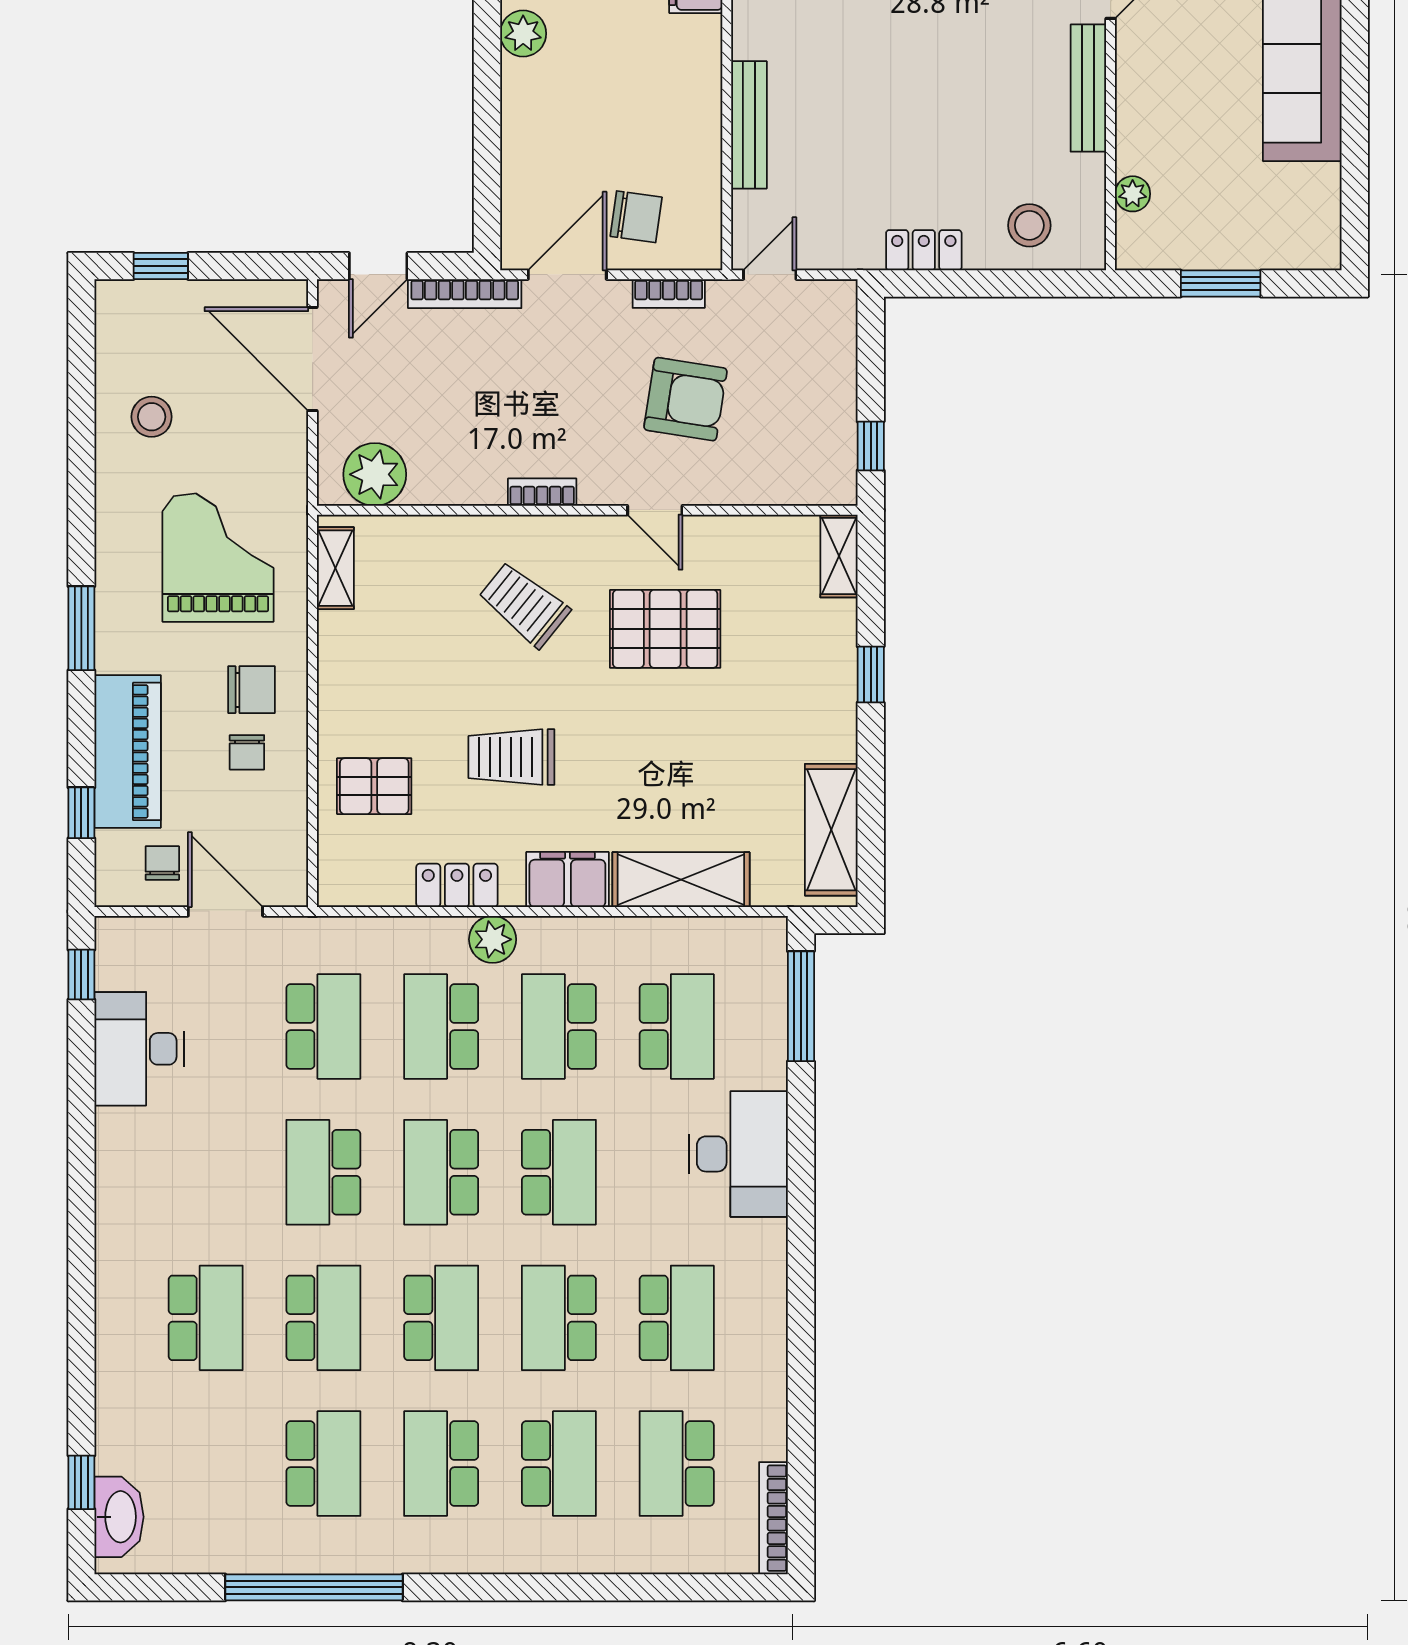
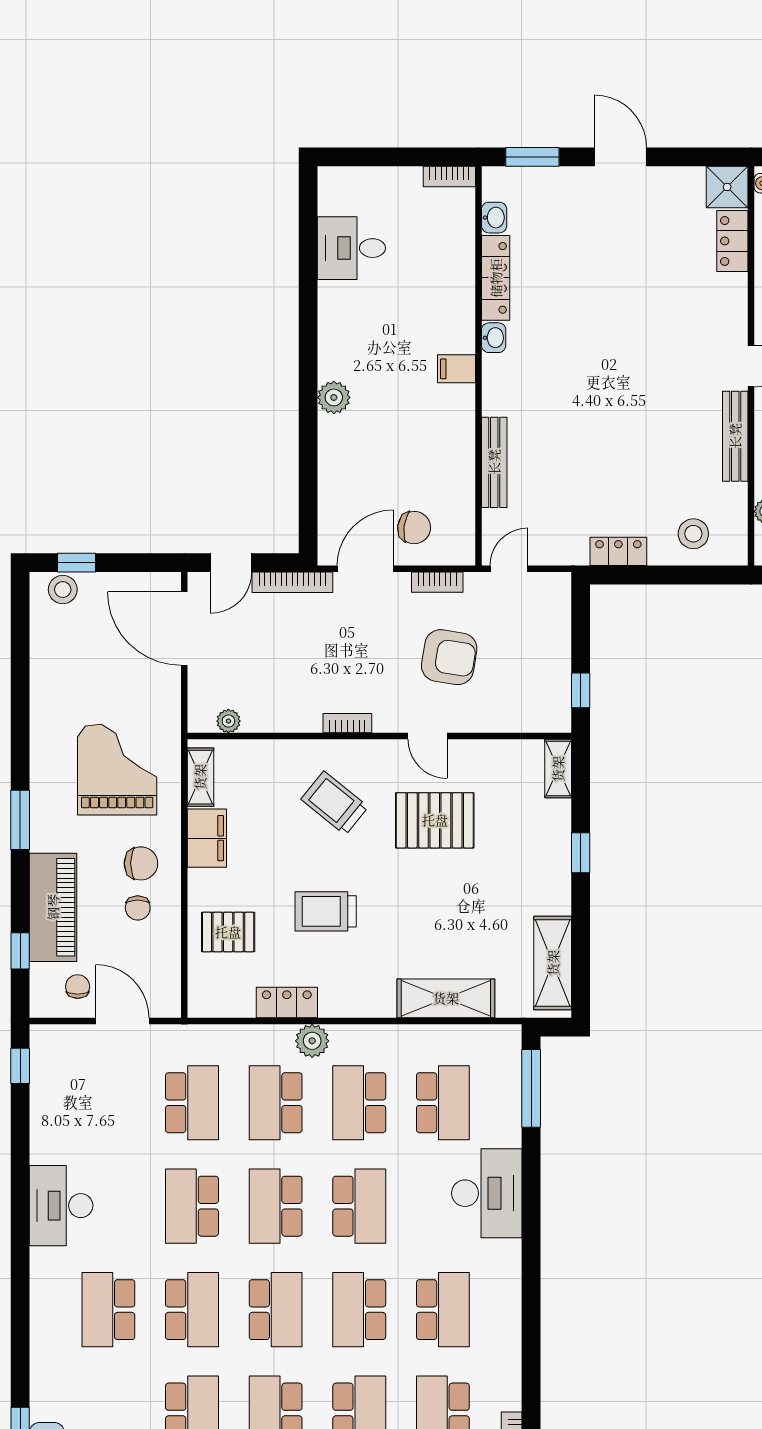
stool: (152, 417) -> (63, 590), moved
plant: (375, 474) -> (228, 721), width x0.53, depth x0.53
filing cabinet: (567, 880) -> (207, 838), moved, turned 90
desk: (139, 1049) -> (61, 1206), moved
school desk: (206, 1318) -> (108, 1310), turned 180

